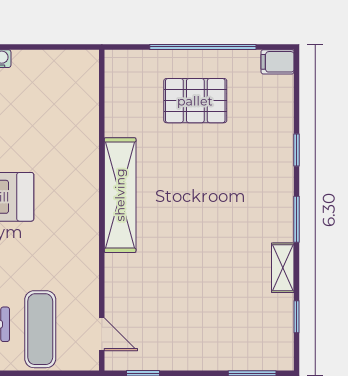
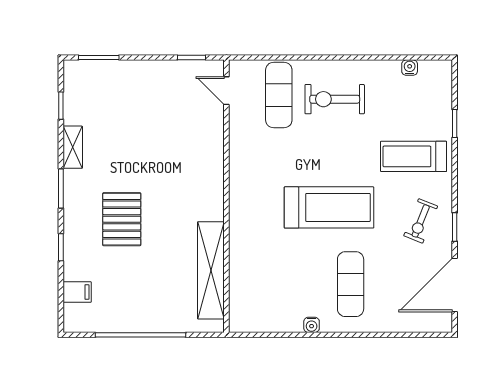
filing cabinet: (278, 62) -> (77, 292), moved
pallet: (195, 101) -> (122, 219), moved, turned 90
shelving: (120, 195) -> (211, 270), moved

